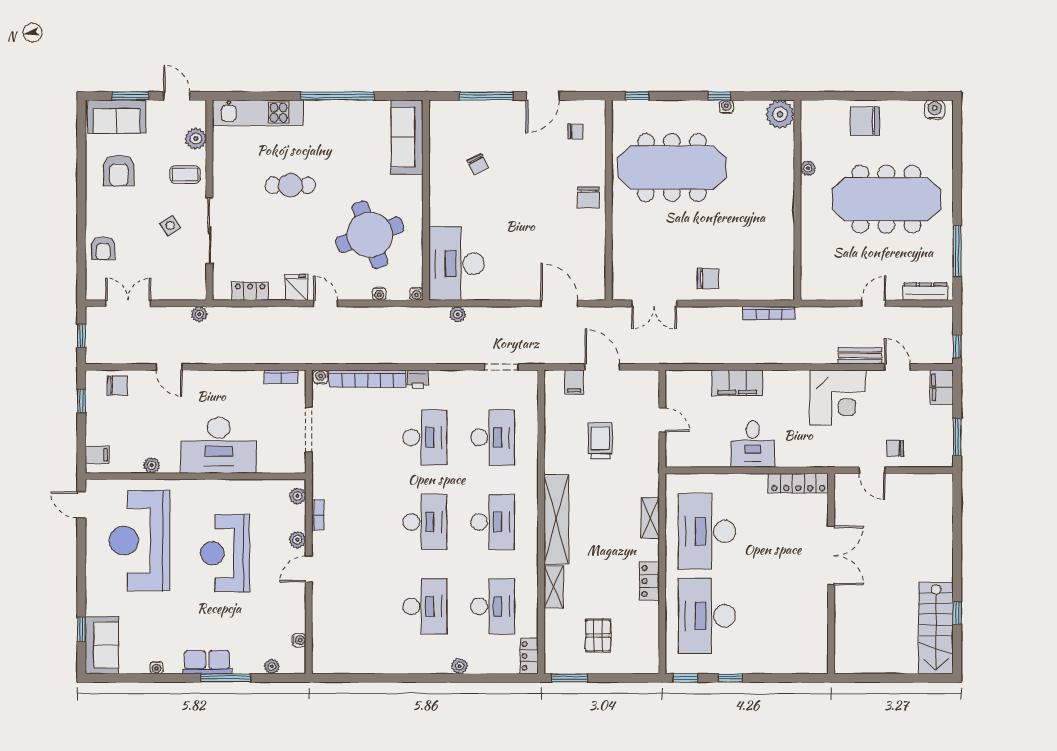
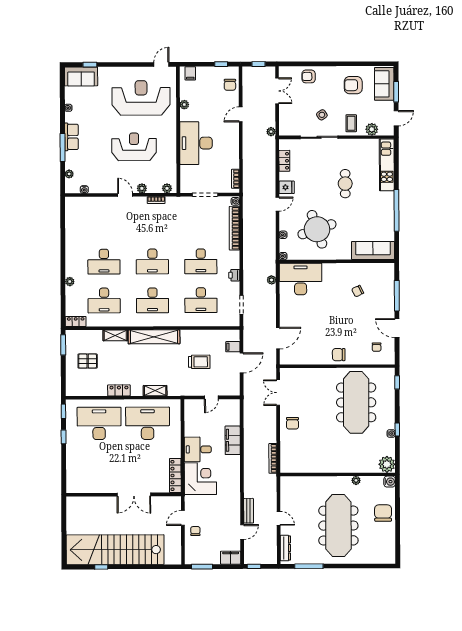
water cooler: (935, 110) -> (390, 482), moved
printer: (418, 379) -> (234, 275), moved
corner desk: (838, 398) -> (200, 479), moved, turned 180
stairs: (936, 628) -> (115, 550), width x1.86, depth x1.51

